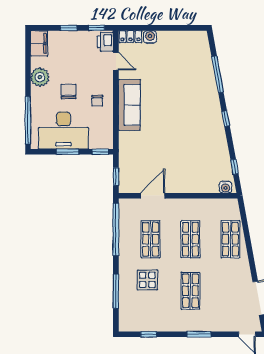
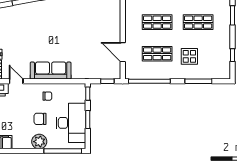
door: (116, 61) -> (16, 81), hinge flipped
plant: (40, 77) -> (39, 142), moved

